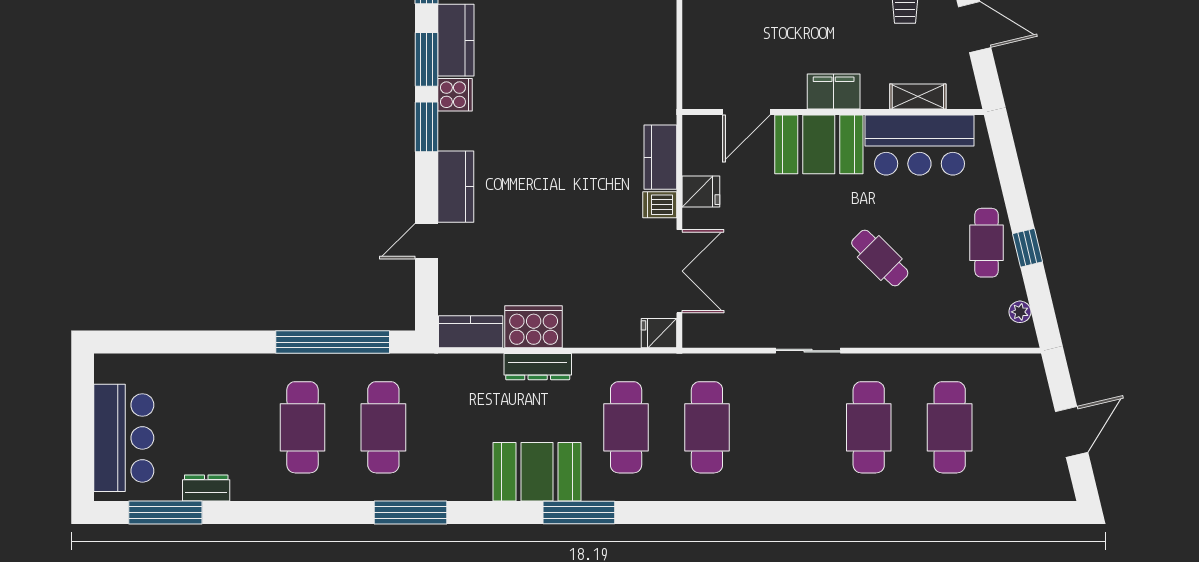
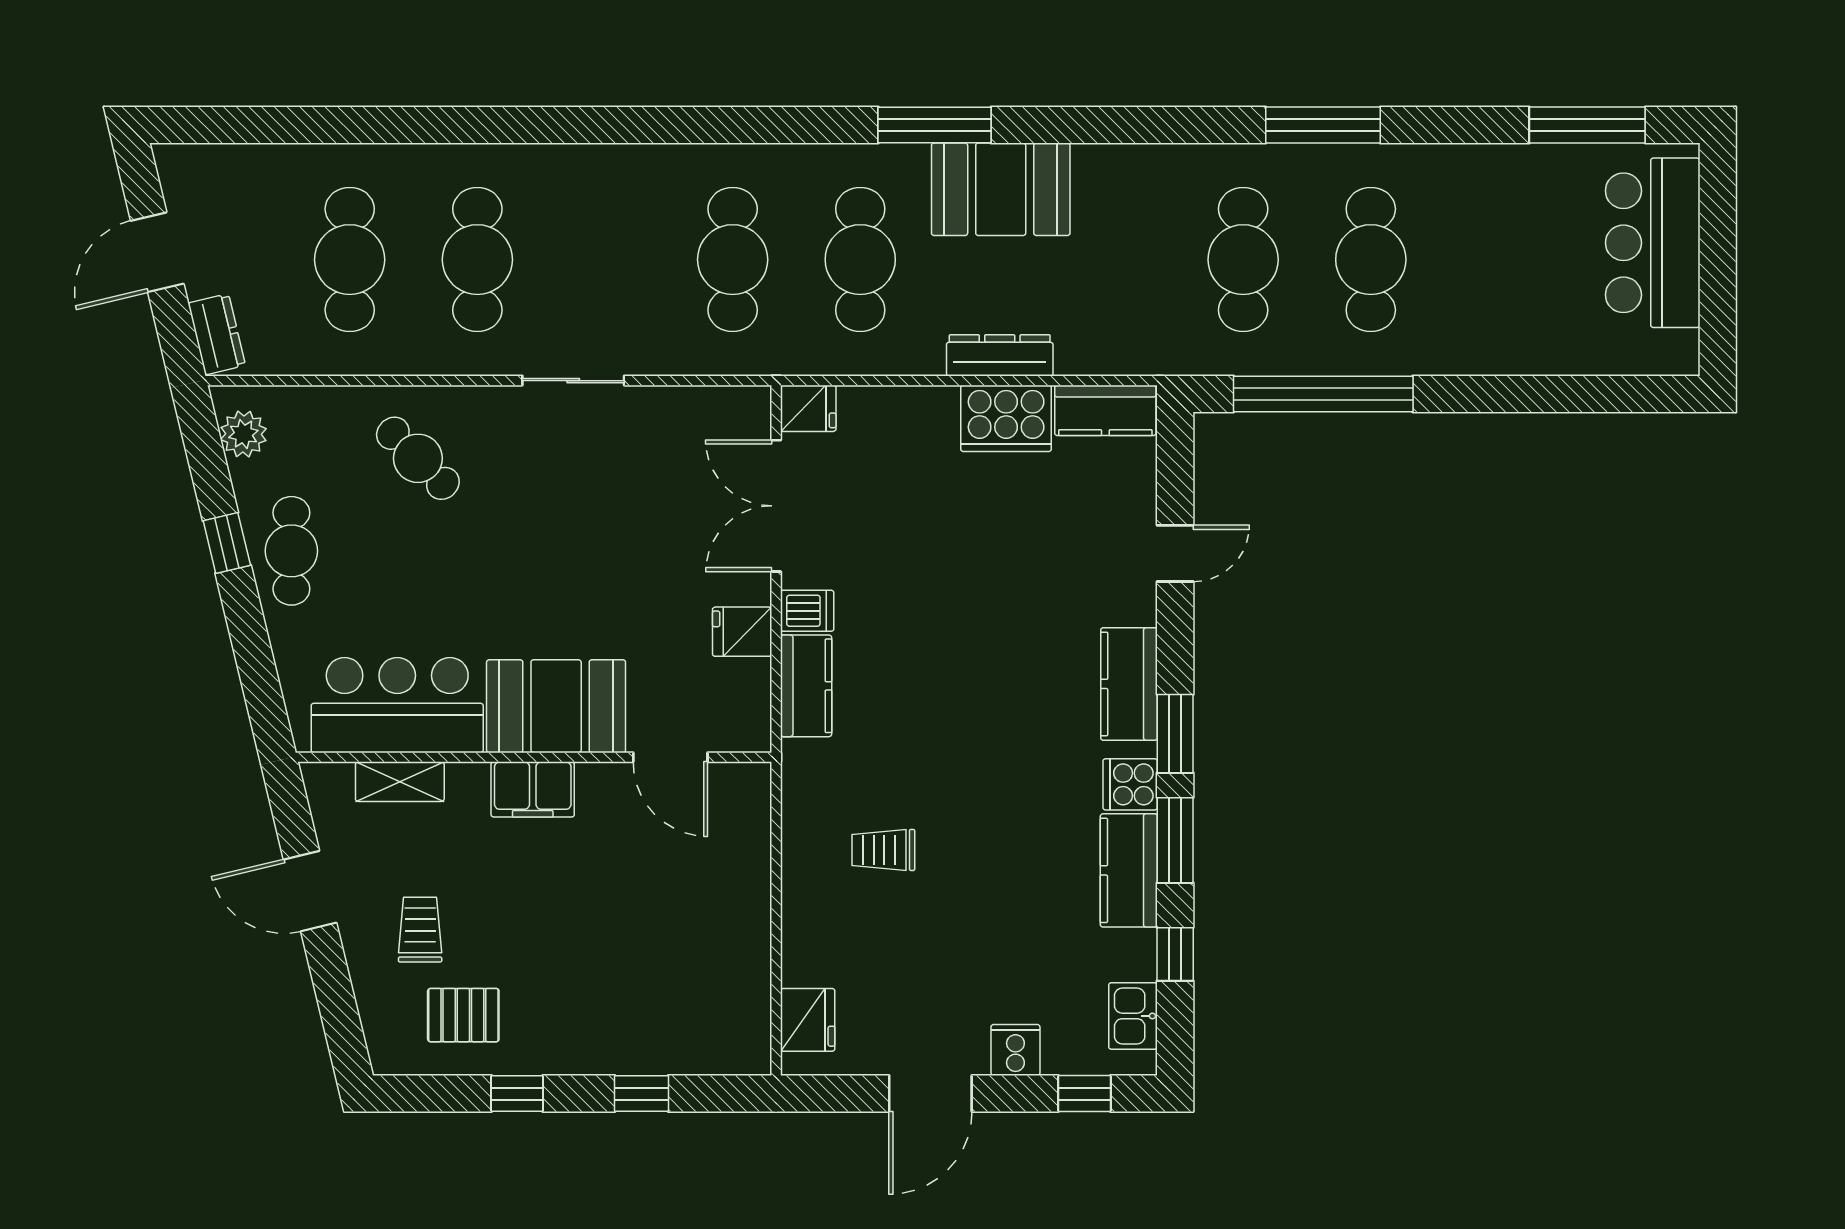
trolley: (611, 53) -> (883, 850), added
door: (746, 112) -> (670, 757), swing flipped
kitchen counter: (456, 187) -> (1129, 684), moved
cafe table: (880, 258) -> (418, 458), moved
plant: (1020, 312) -> (243, 434), width x1.38, depth x1.38
dresser: (206, 488) -> (217, 334), moved, turned -103
window: (411, 513) -> (1323, 125), moved

